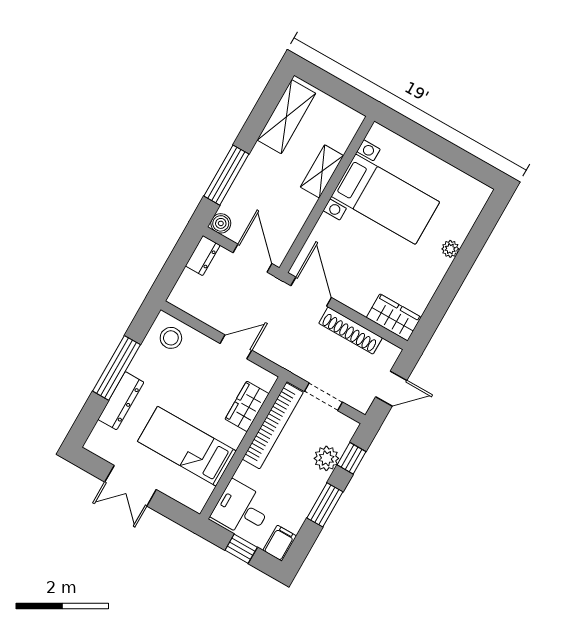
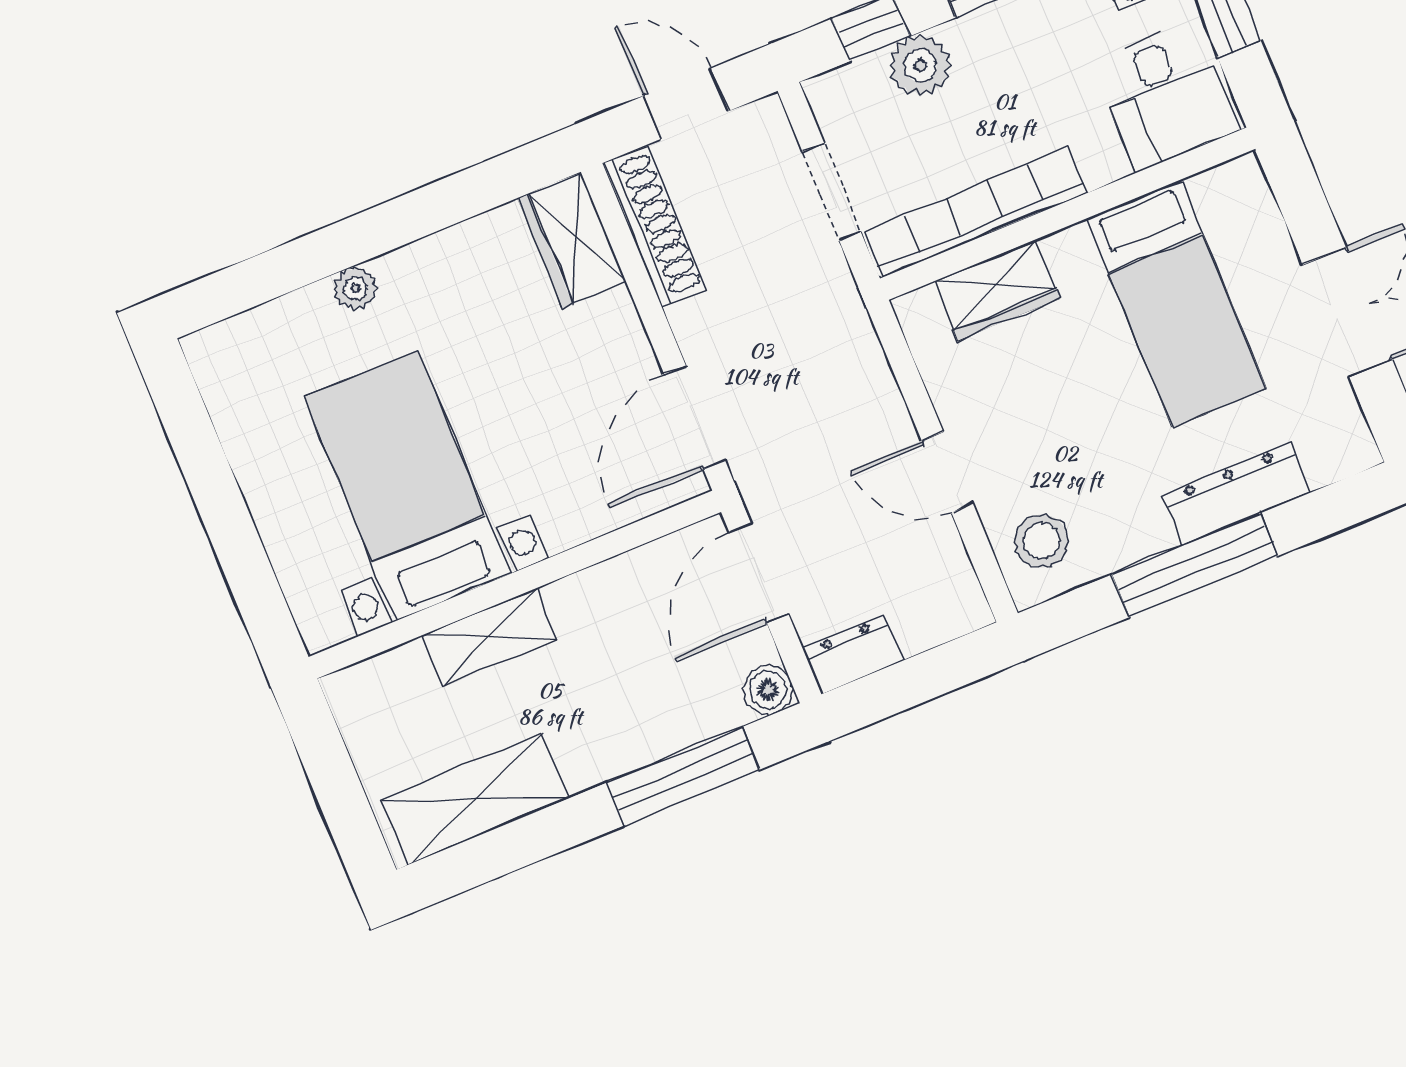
shoe rack: (351, 330) -> (654, 226), moved
door: (236, 347) -> (947, 472), moved

